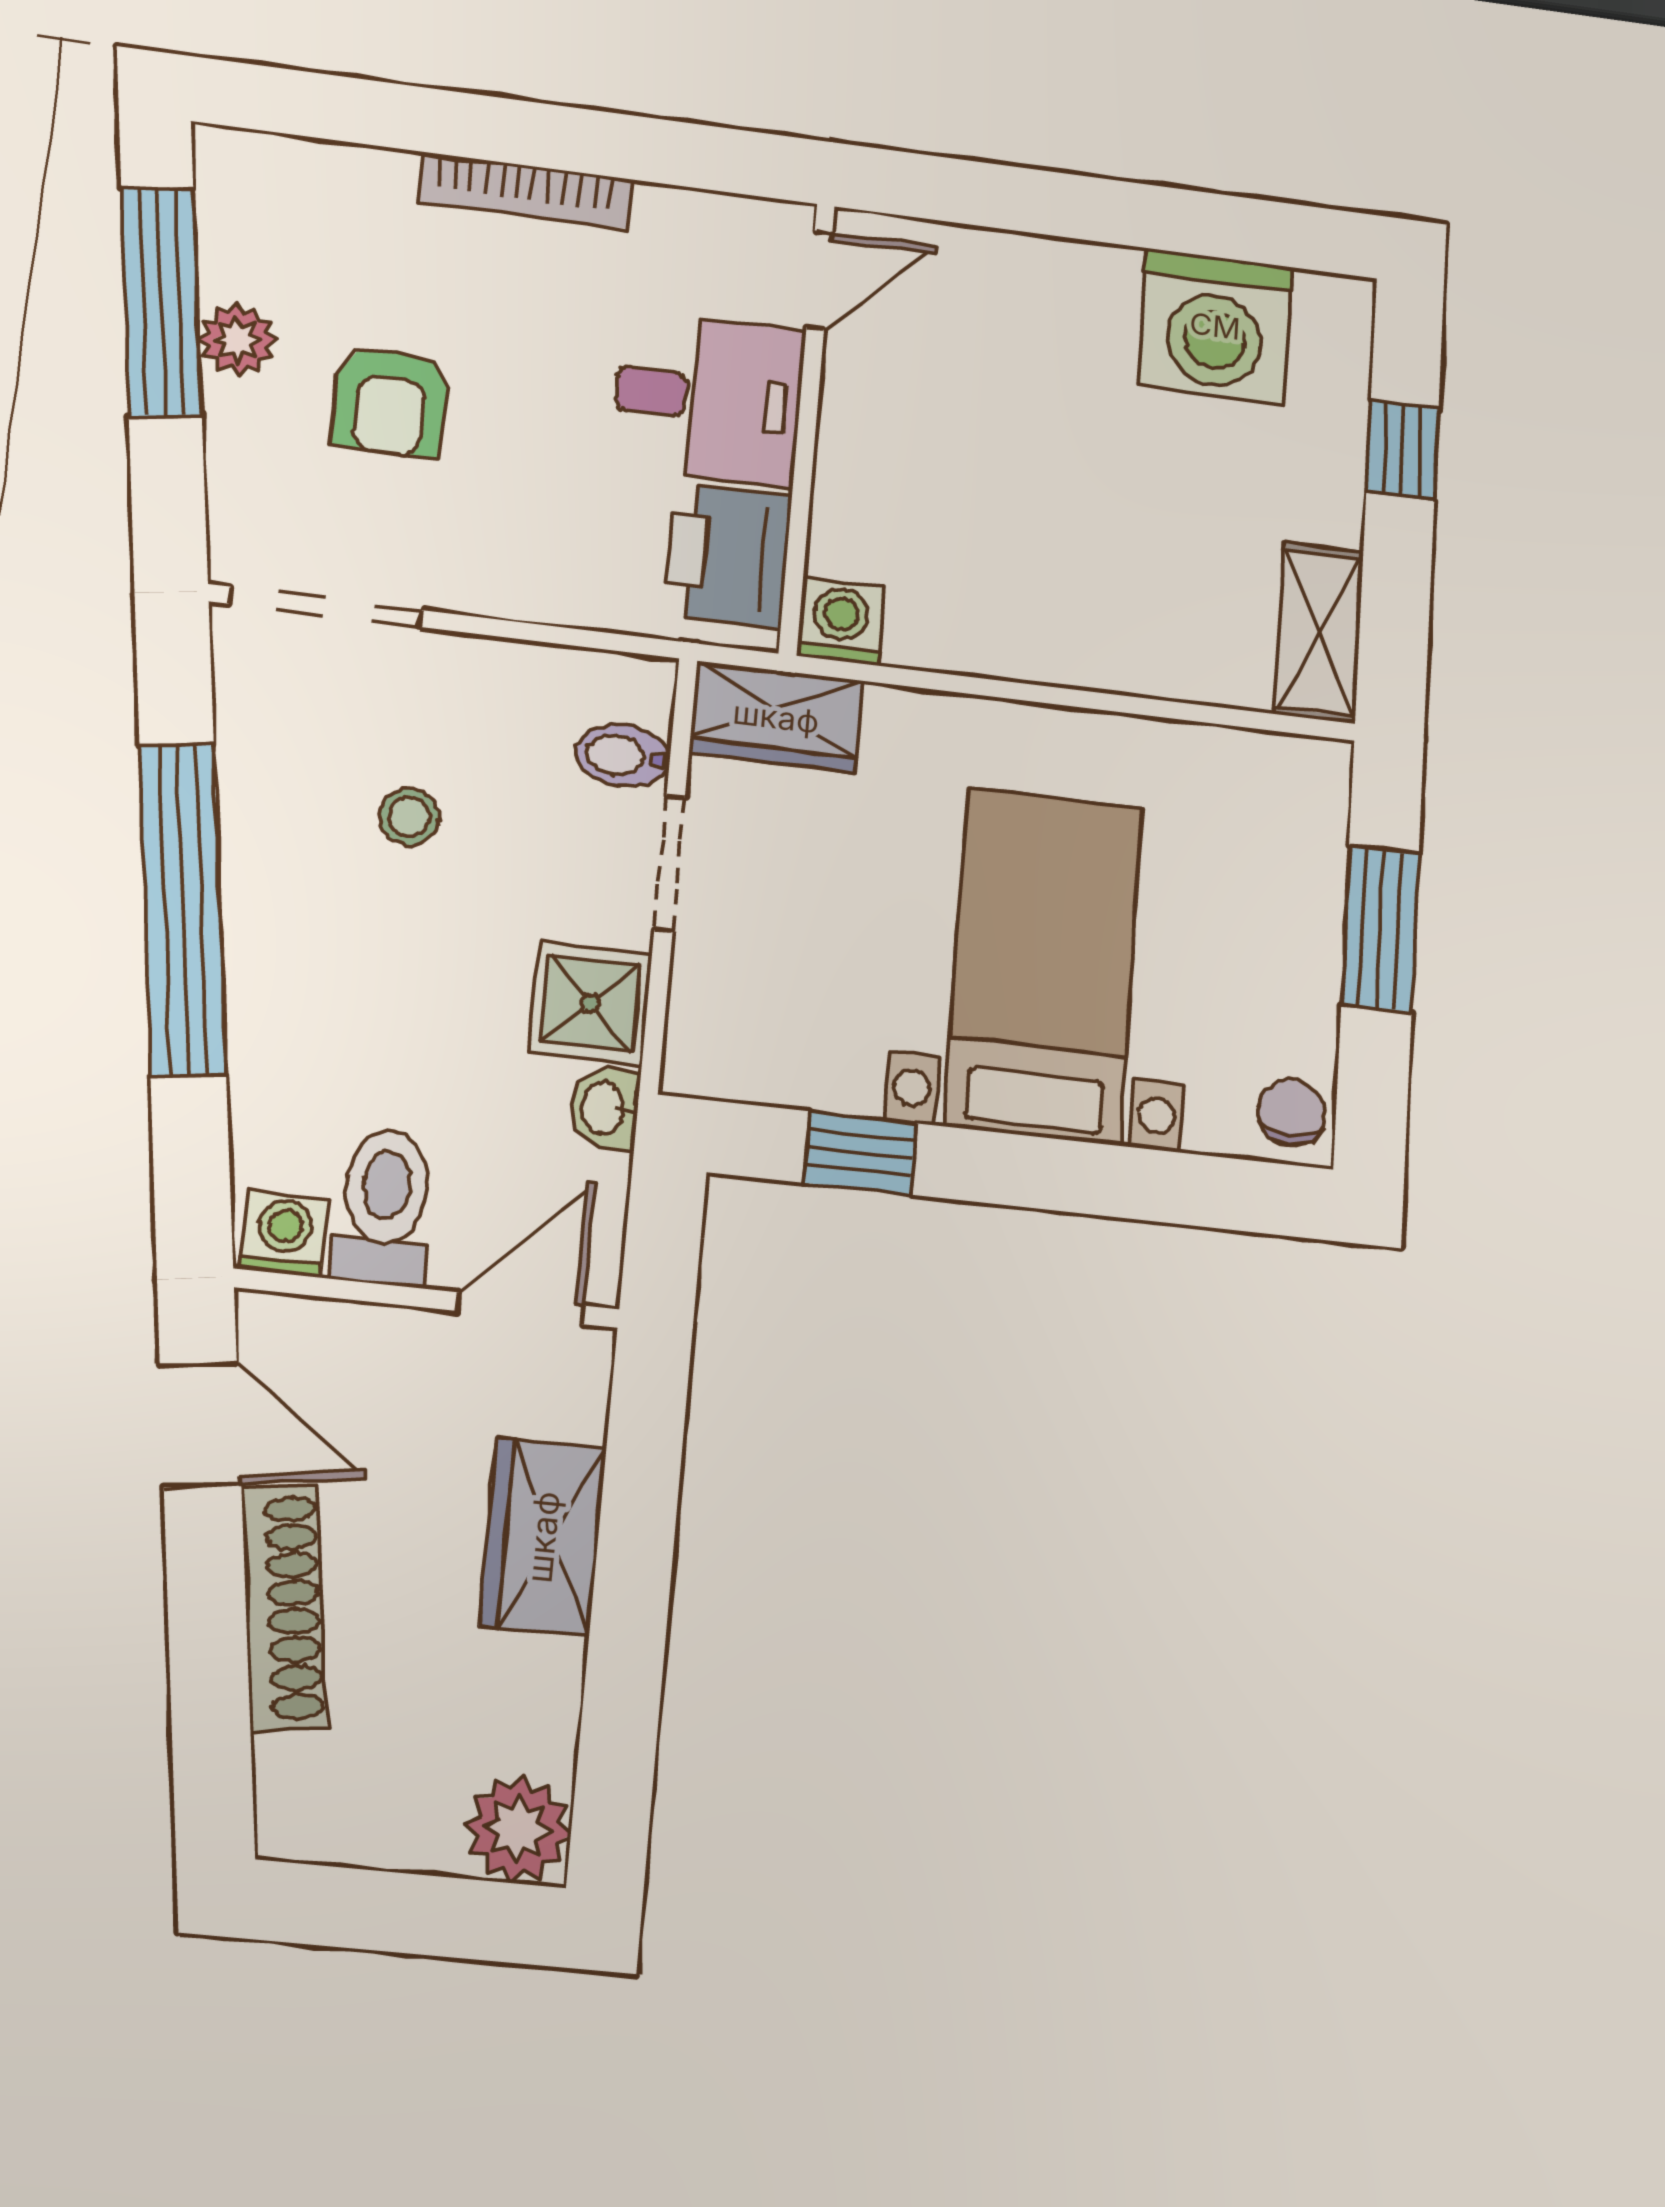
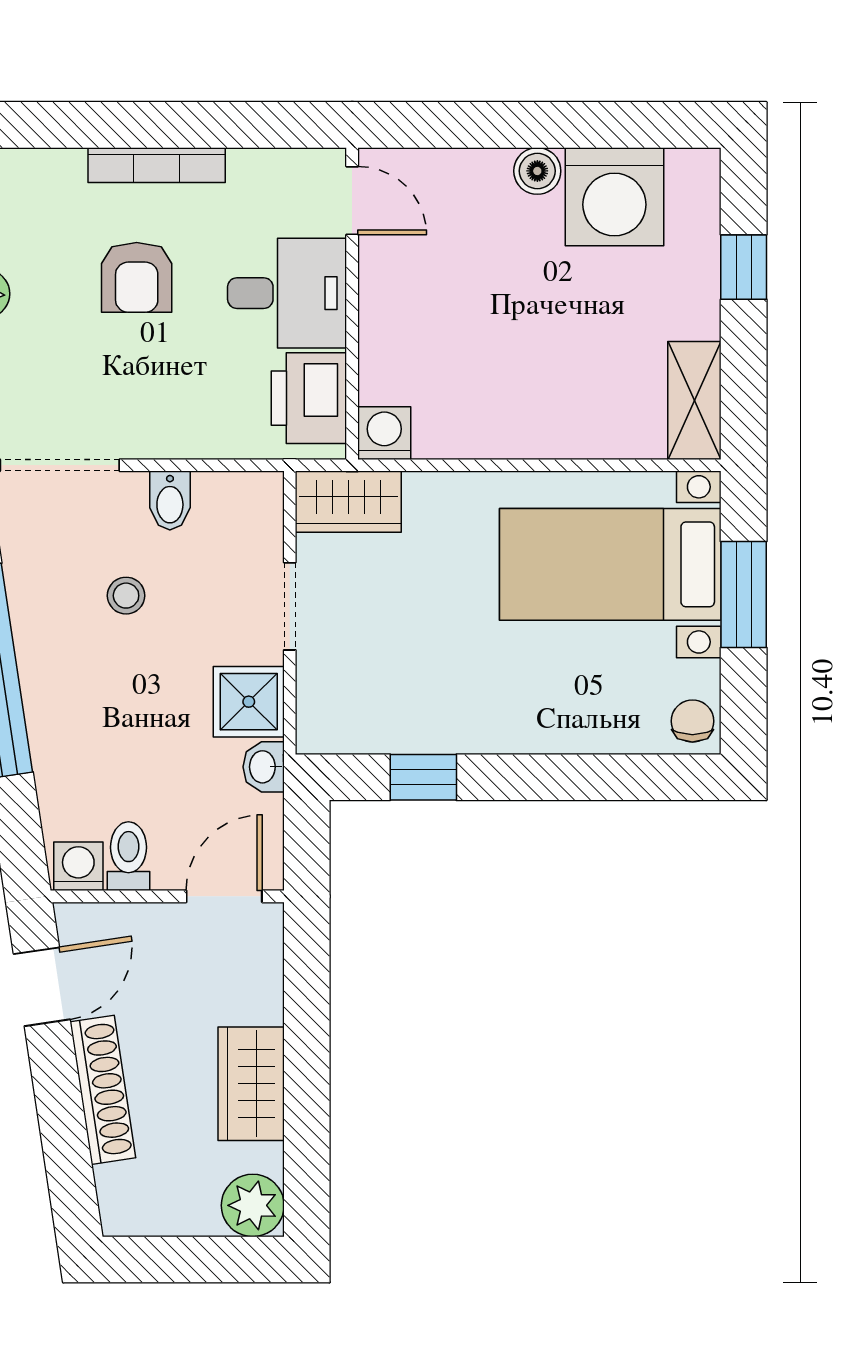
boiler: (1102, 275) -> (537, 171), added
door: (819, 280) -> (352, 201), hinge flipped
armchair: (390, 401) -> (137, 277), moved
bidet: (623, 756) -> (170, 501), moved, turned -90
bed with nightstands: (1044, 965) -> (610, 564), moved, turned -90
toilet: (384, 1206) -> (128, 856), width x0.73, depth x0.72
door: (200, 1425) -> (42, 987), hinge flipped
wardrobe: (543, 1537) -> (251, 1084), moved

